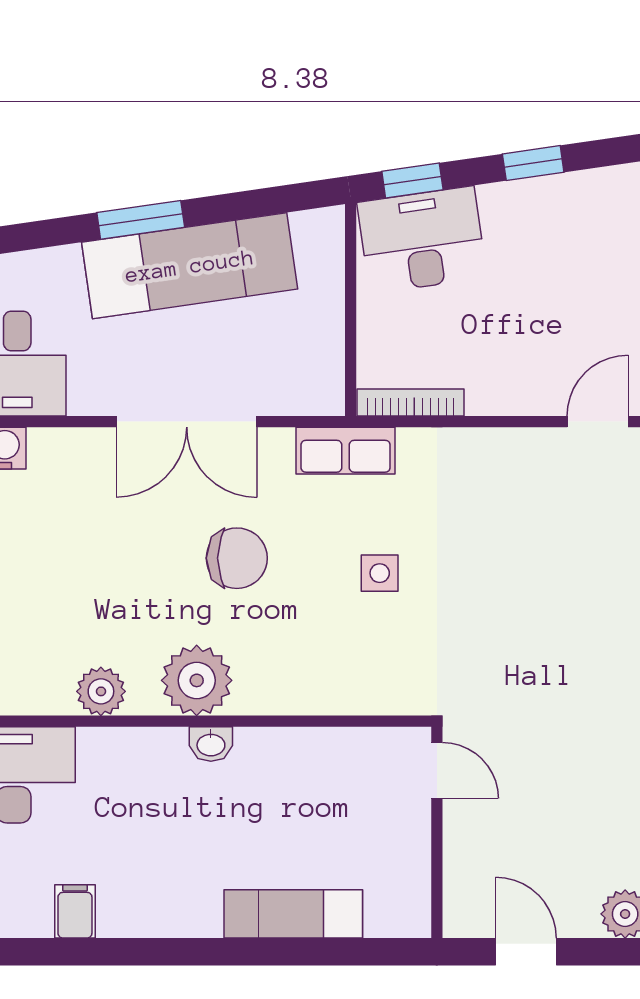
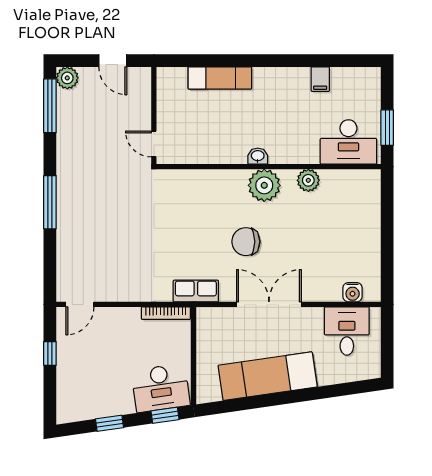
window: (141, 220) -> (290, 397), removed
side table: (380, 573) -> (180, 235), removed

